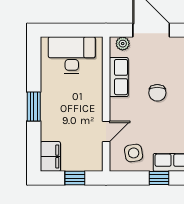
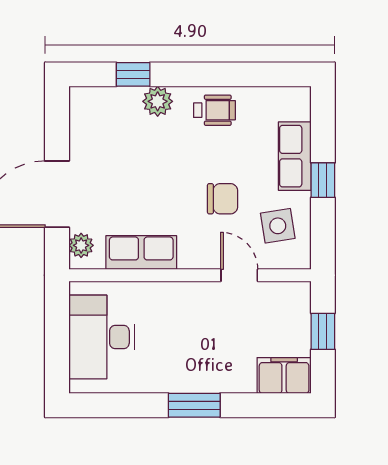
chair: (157, 93) -> (223, 199), moved

